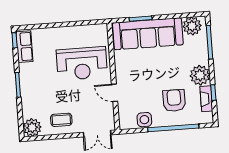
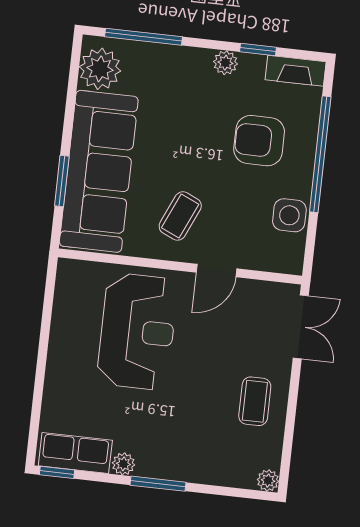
plant: (24, 68) -> (123, 464), added
coffee table: (135, 73) -> (180, 216), added
plant: (200, 75) -> (225, 63), width x0.53, depth x0.53
fireplace: (206, 99) -> (296, 71), moved
plant: (32, 127) -> (268, 481), width x0.53, depth x0.53

